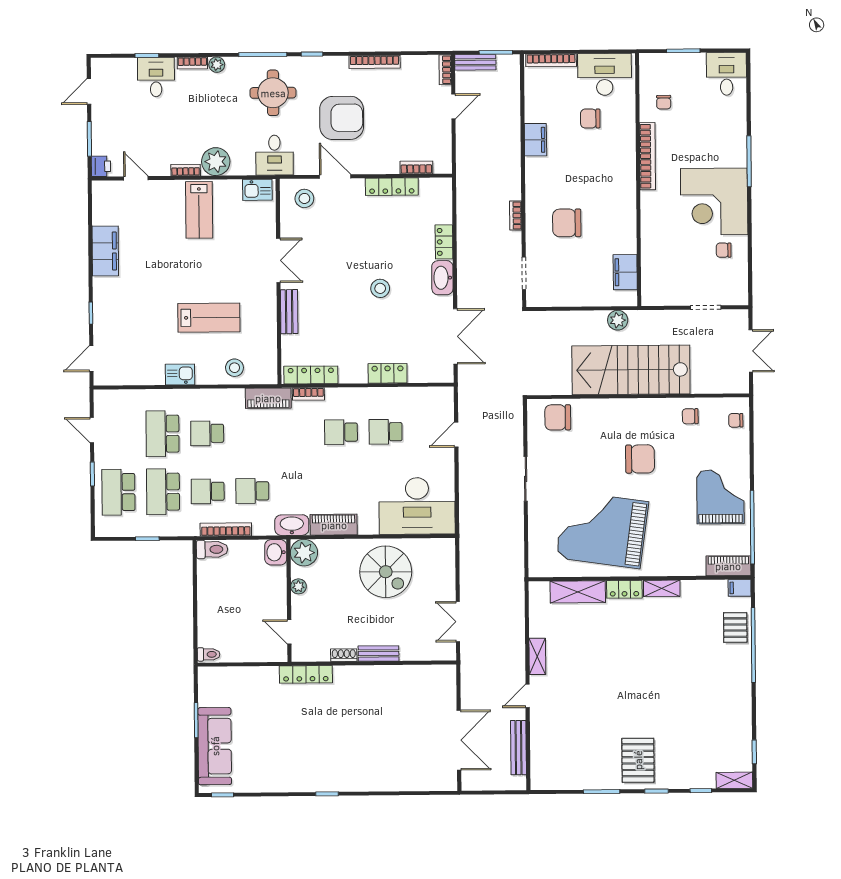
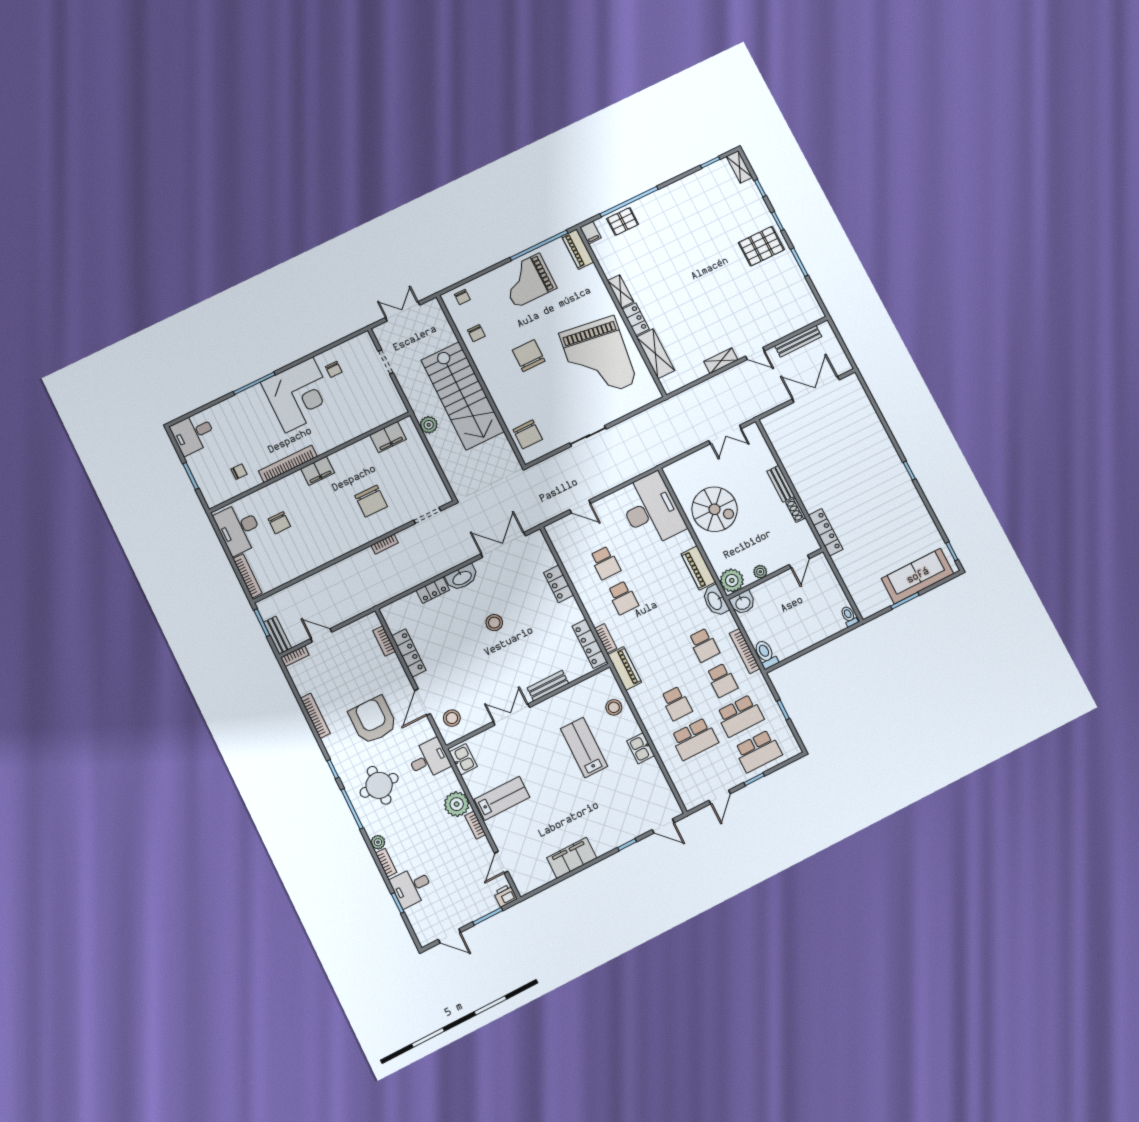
filing cabinet: (535, 140) -> (318, 471), moved, turned 180
spiral stairs: (386, 572) -> (715, 509), turned 90

